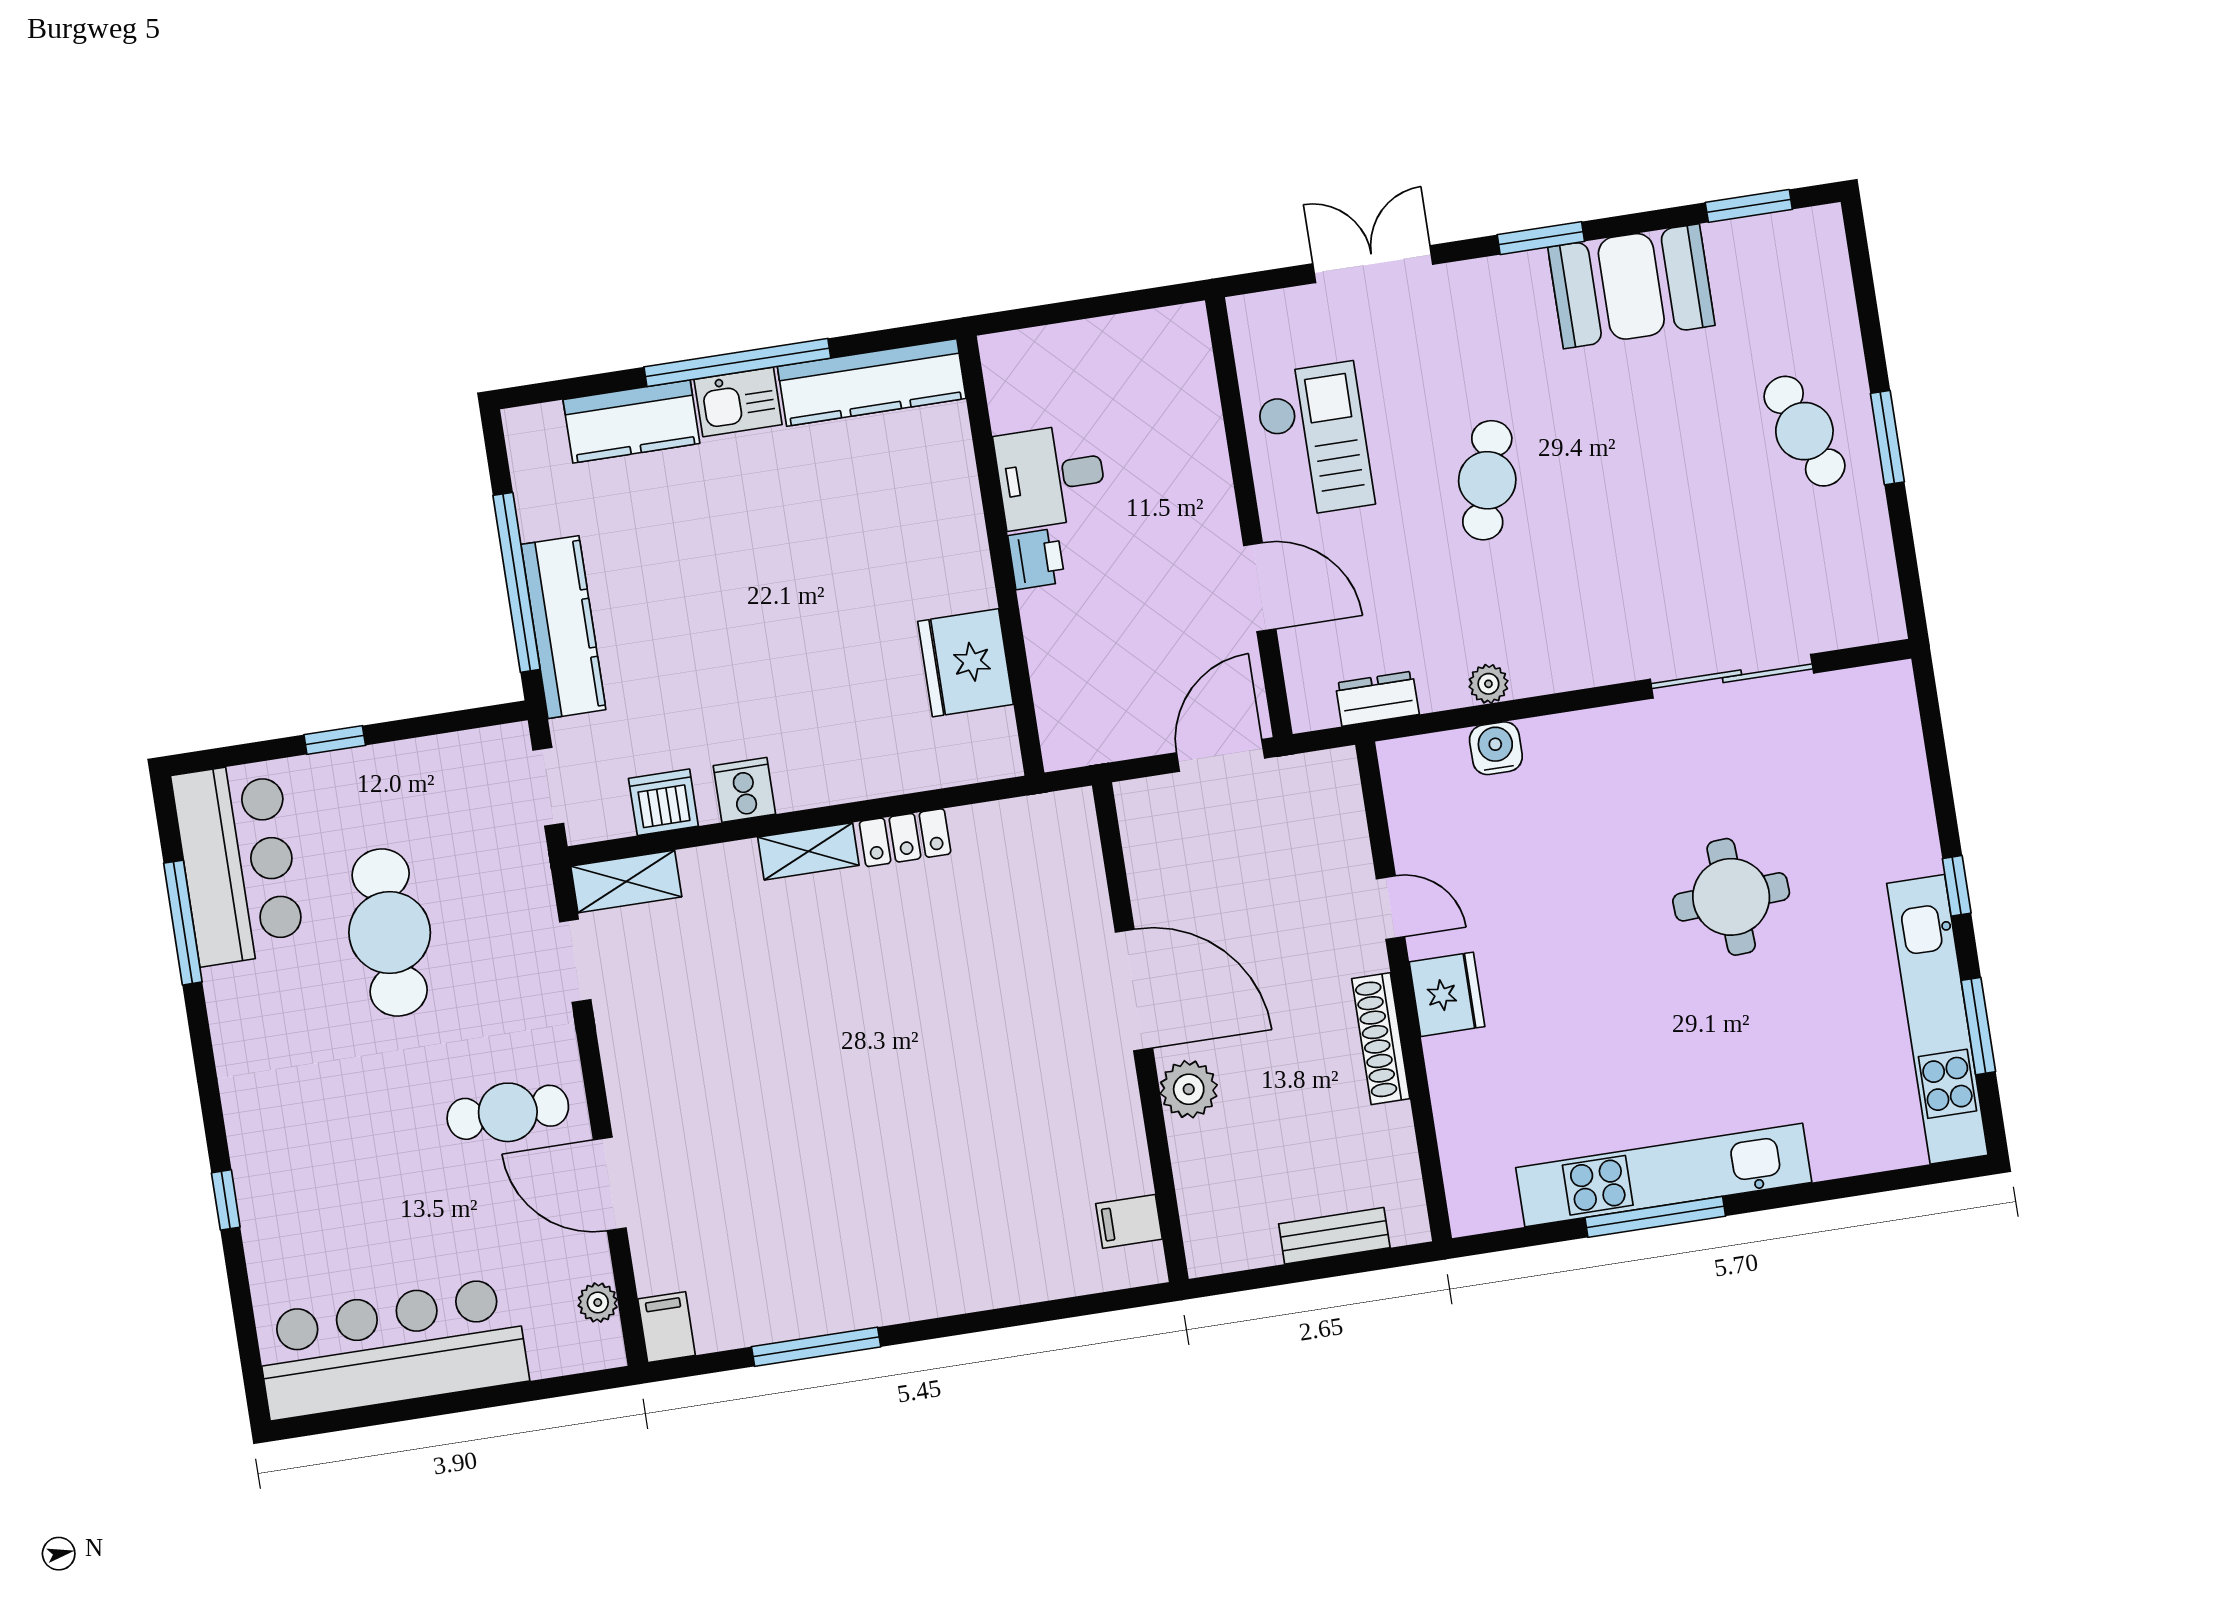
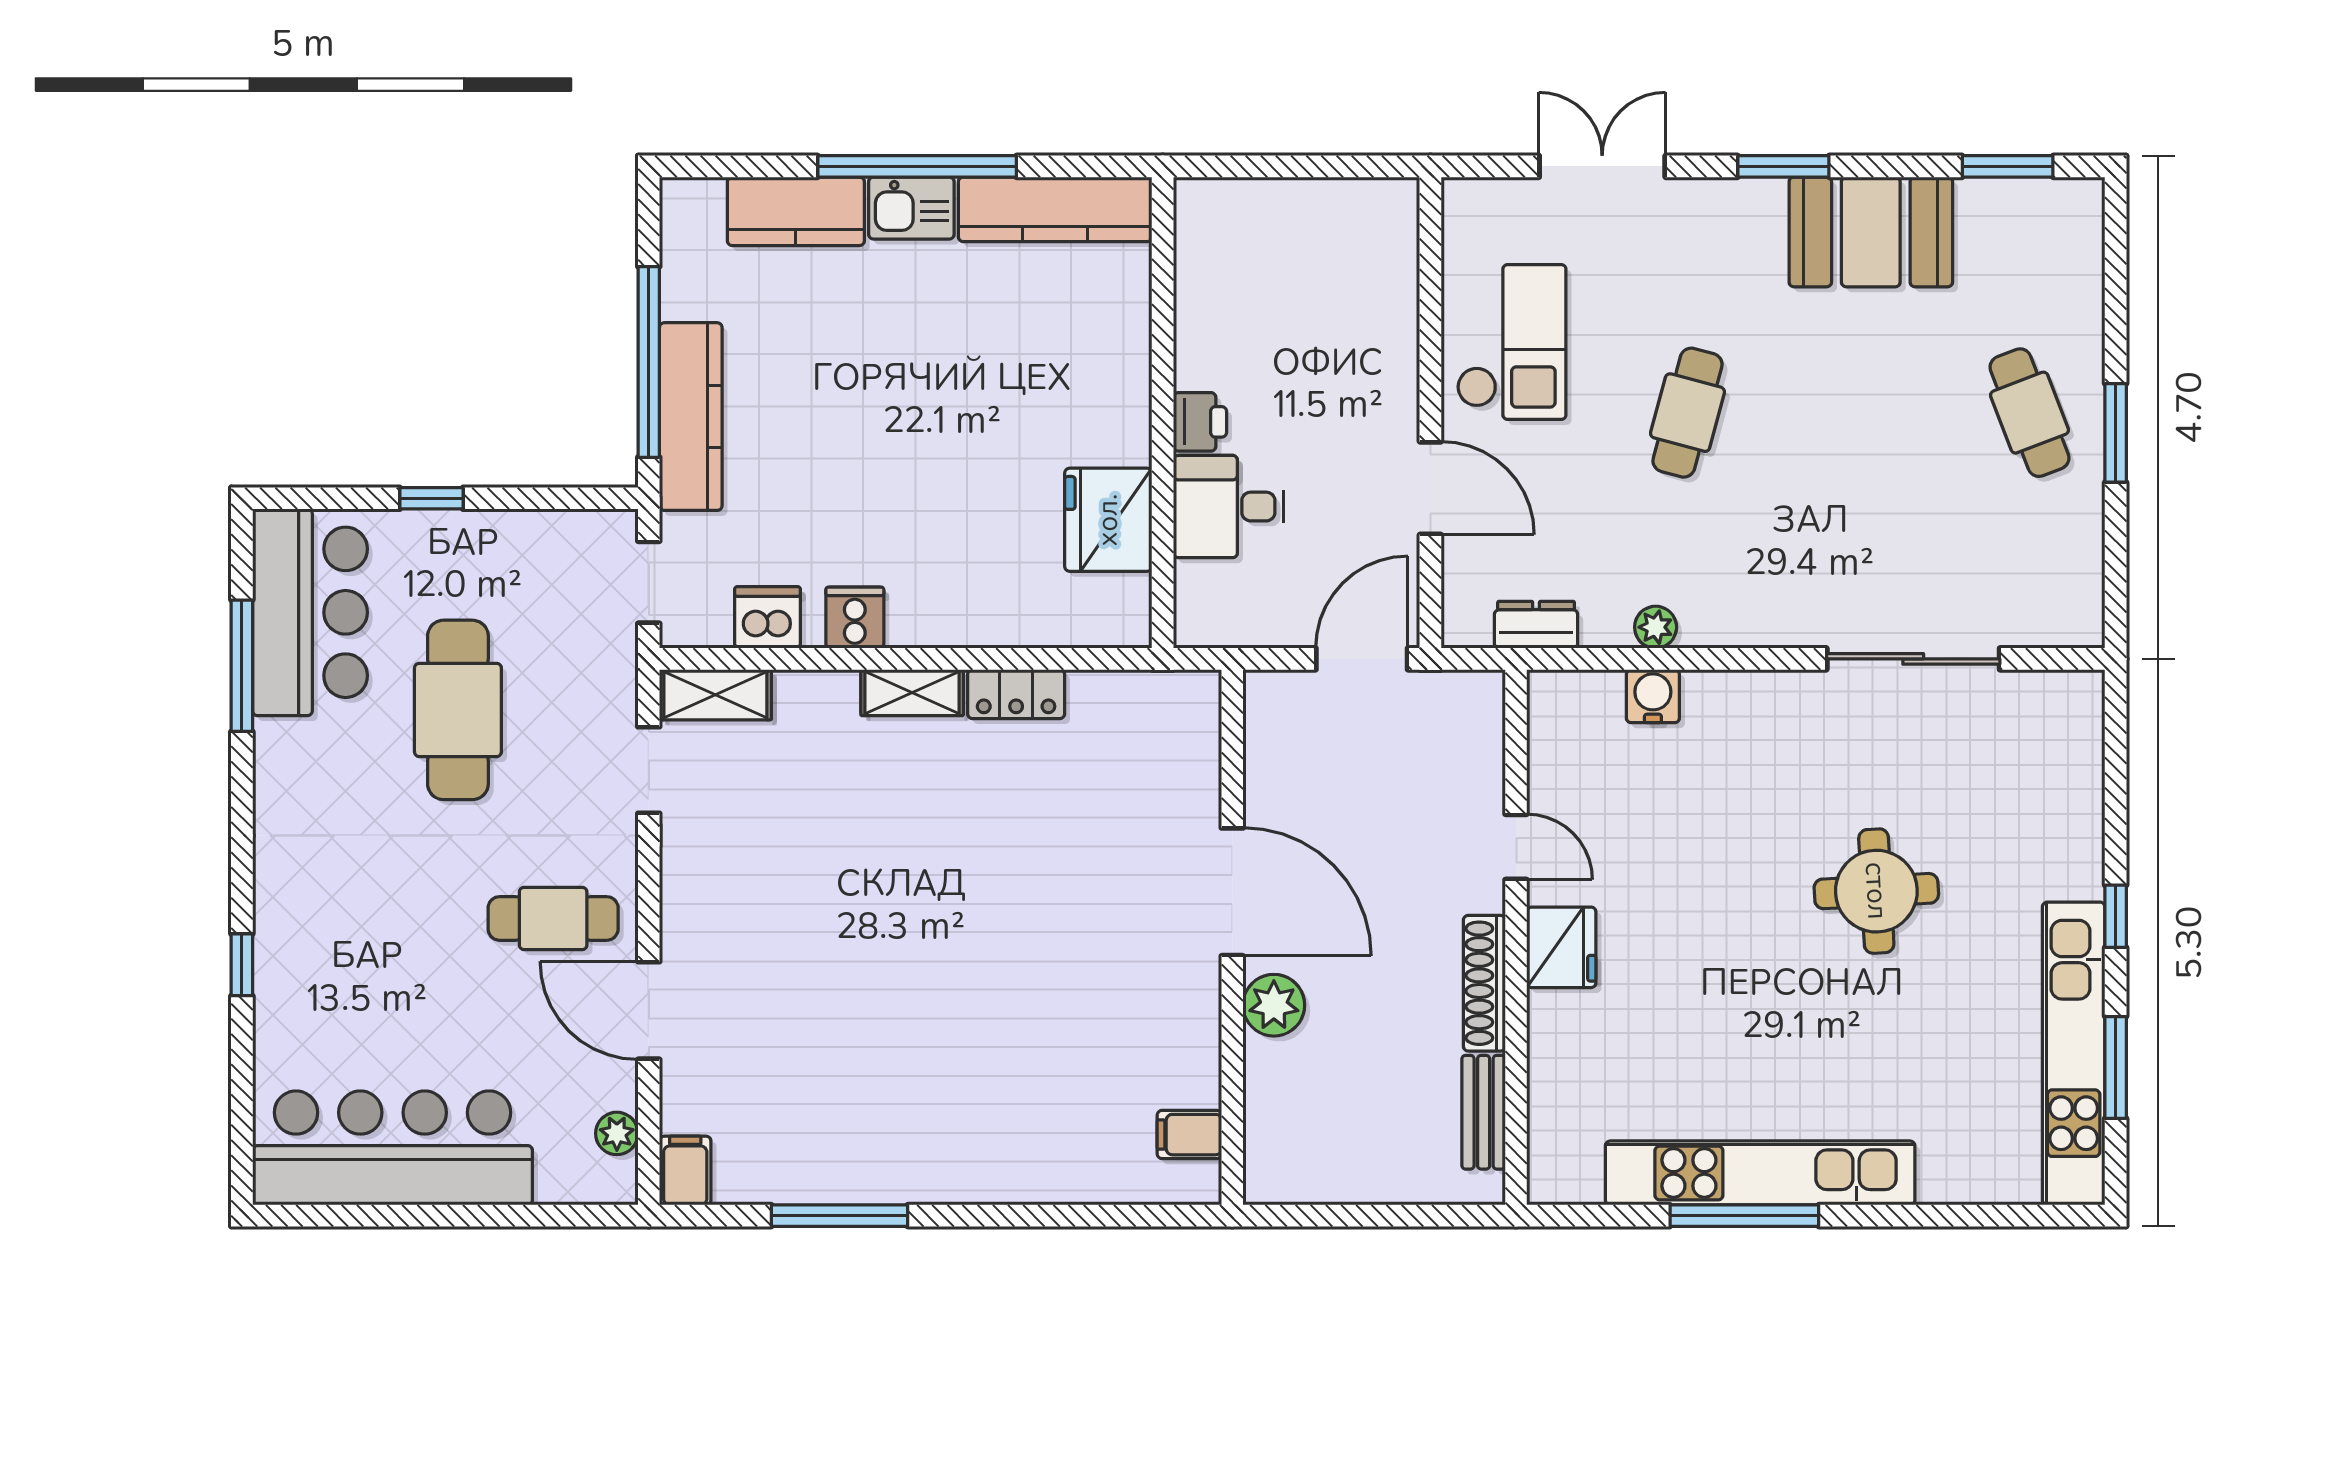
desk: (1051, 476) -> (1229, 507), moved
bench: (1334, 1236) -> (1484, 1112), moved, turned 90

